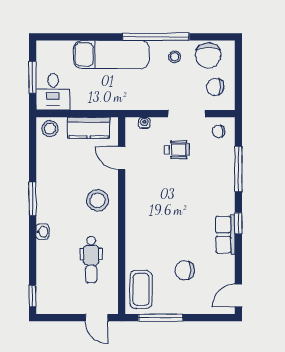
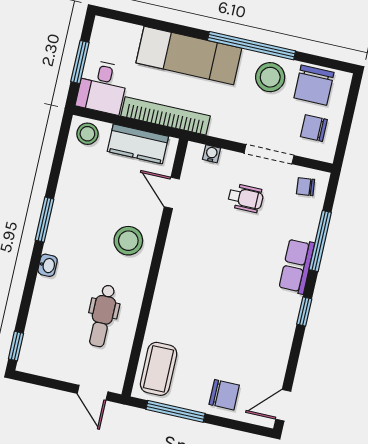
stool: (175, 57) -> (270, 77), width x1.89, depth x1.89
bookcase: (104, 103) -> (166, 116), added
row of seats: (225, 235) -> (297, 266), moved
chair: (185, 270) -> (224, 395), moved, turned 180

